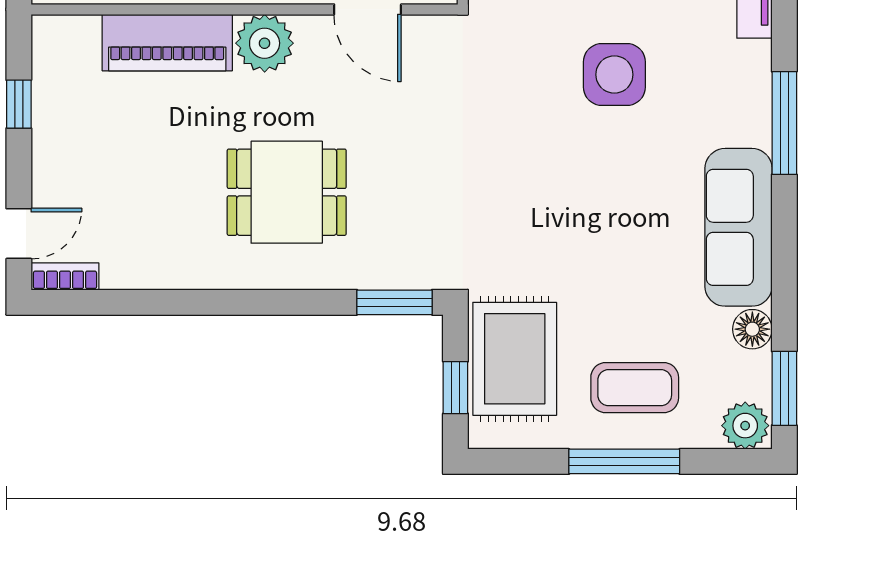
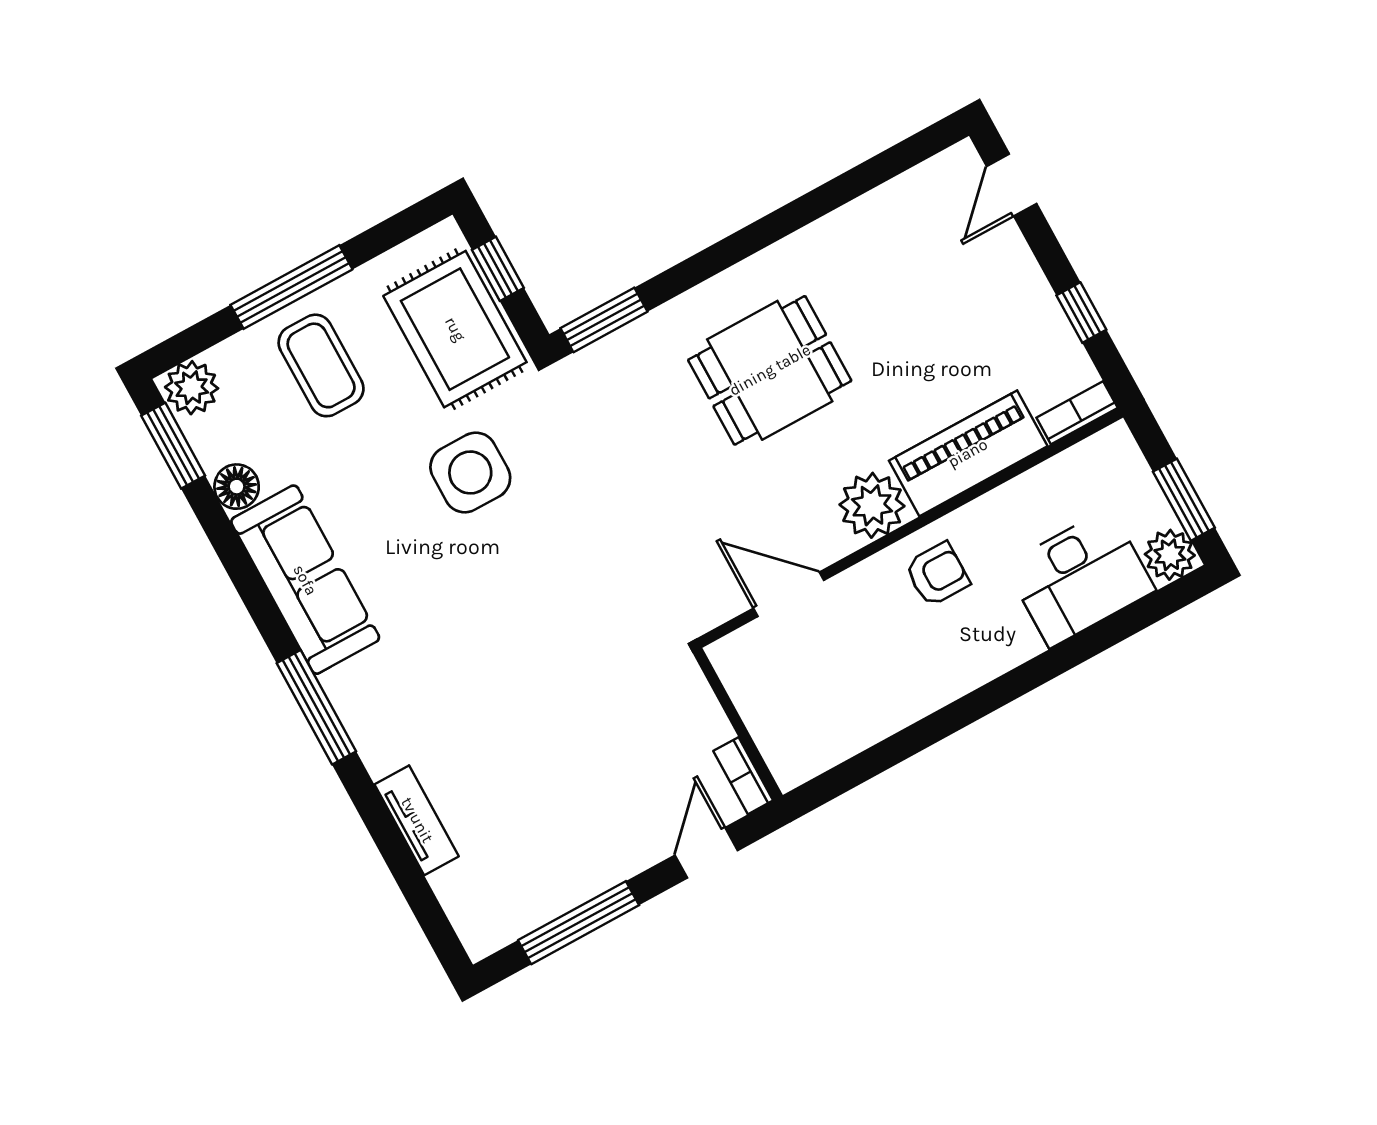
side table: (614, 75) -> (470, 472), moved
bookcase: (65, 277) -> (1077, 413), moved, turned 180
coffee table: (635, 388) -> (321, 365), turned 90

